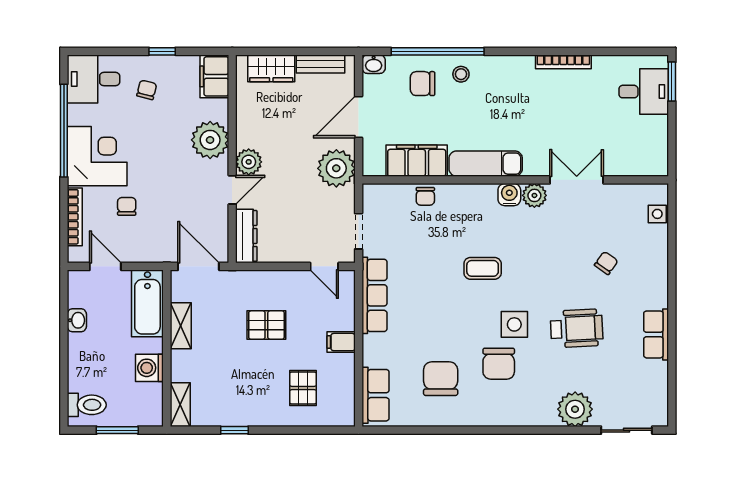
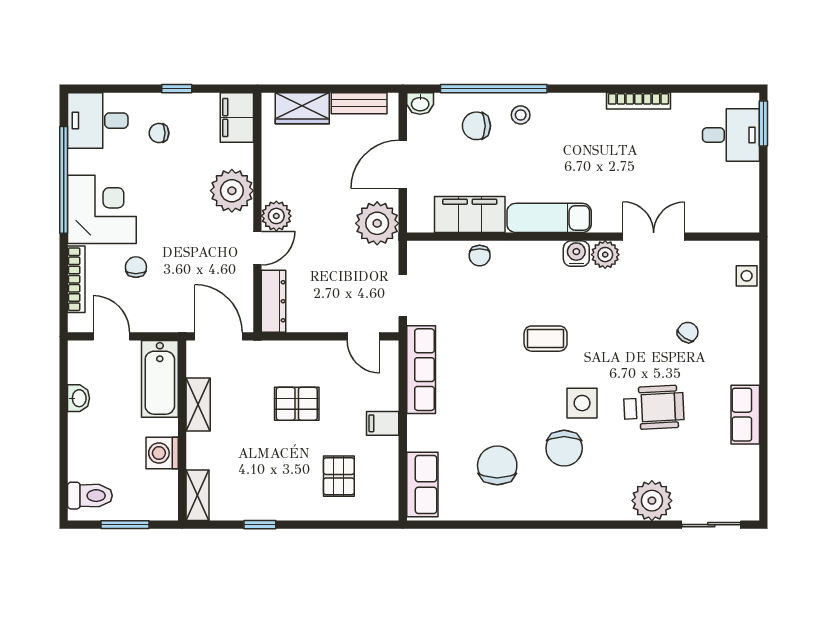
chair: (147, 90) -> (159, 133), turned -104

